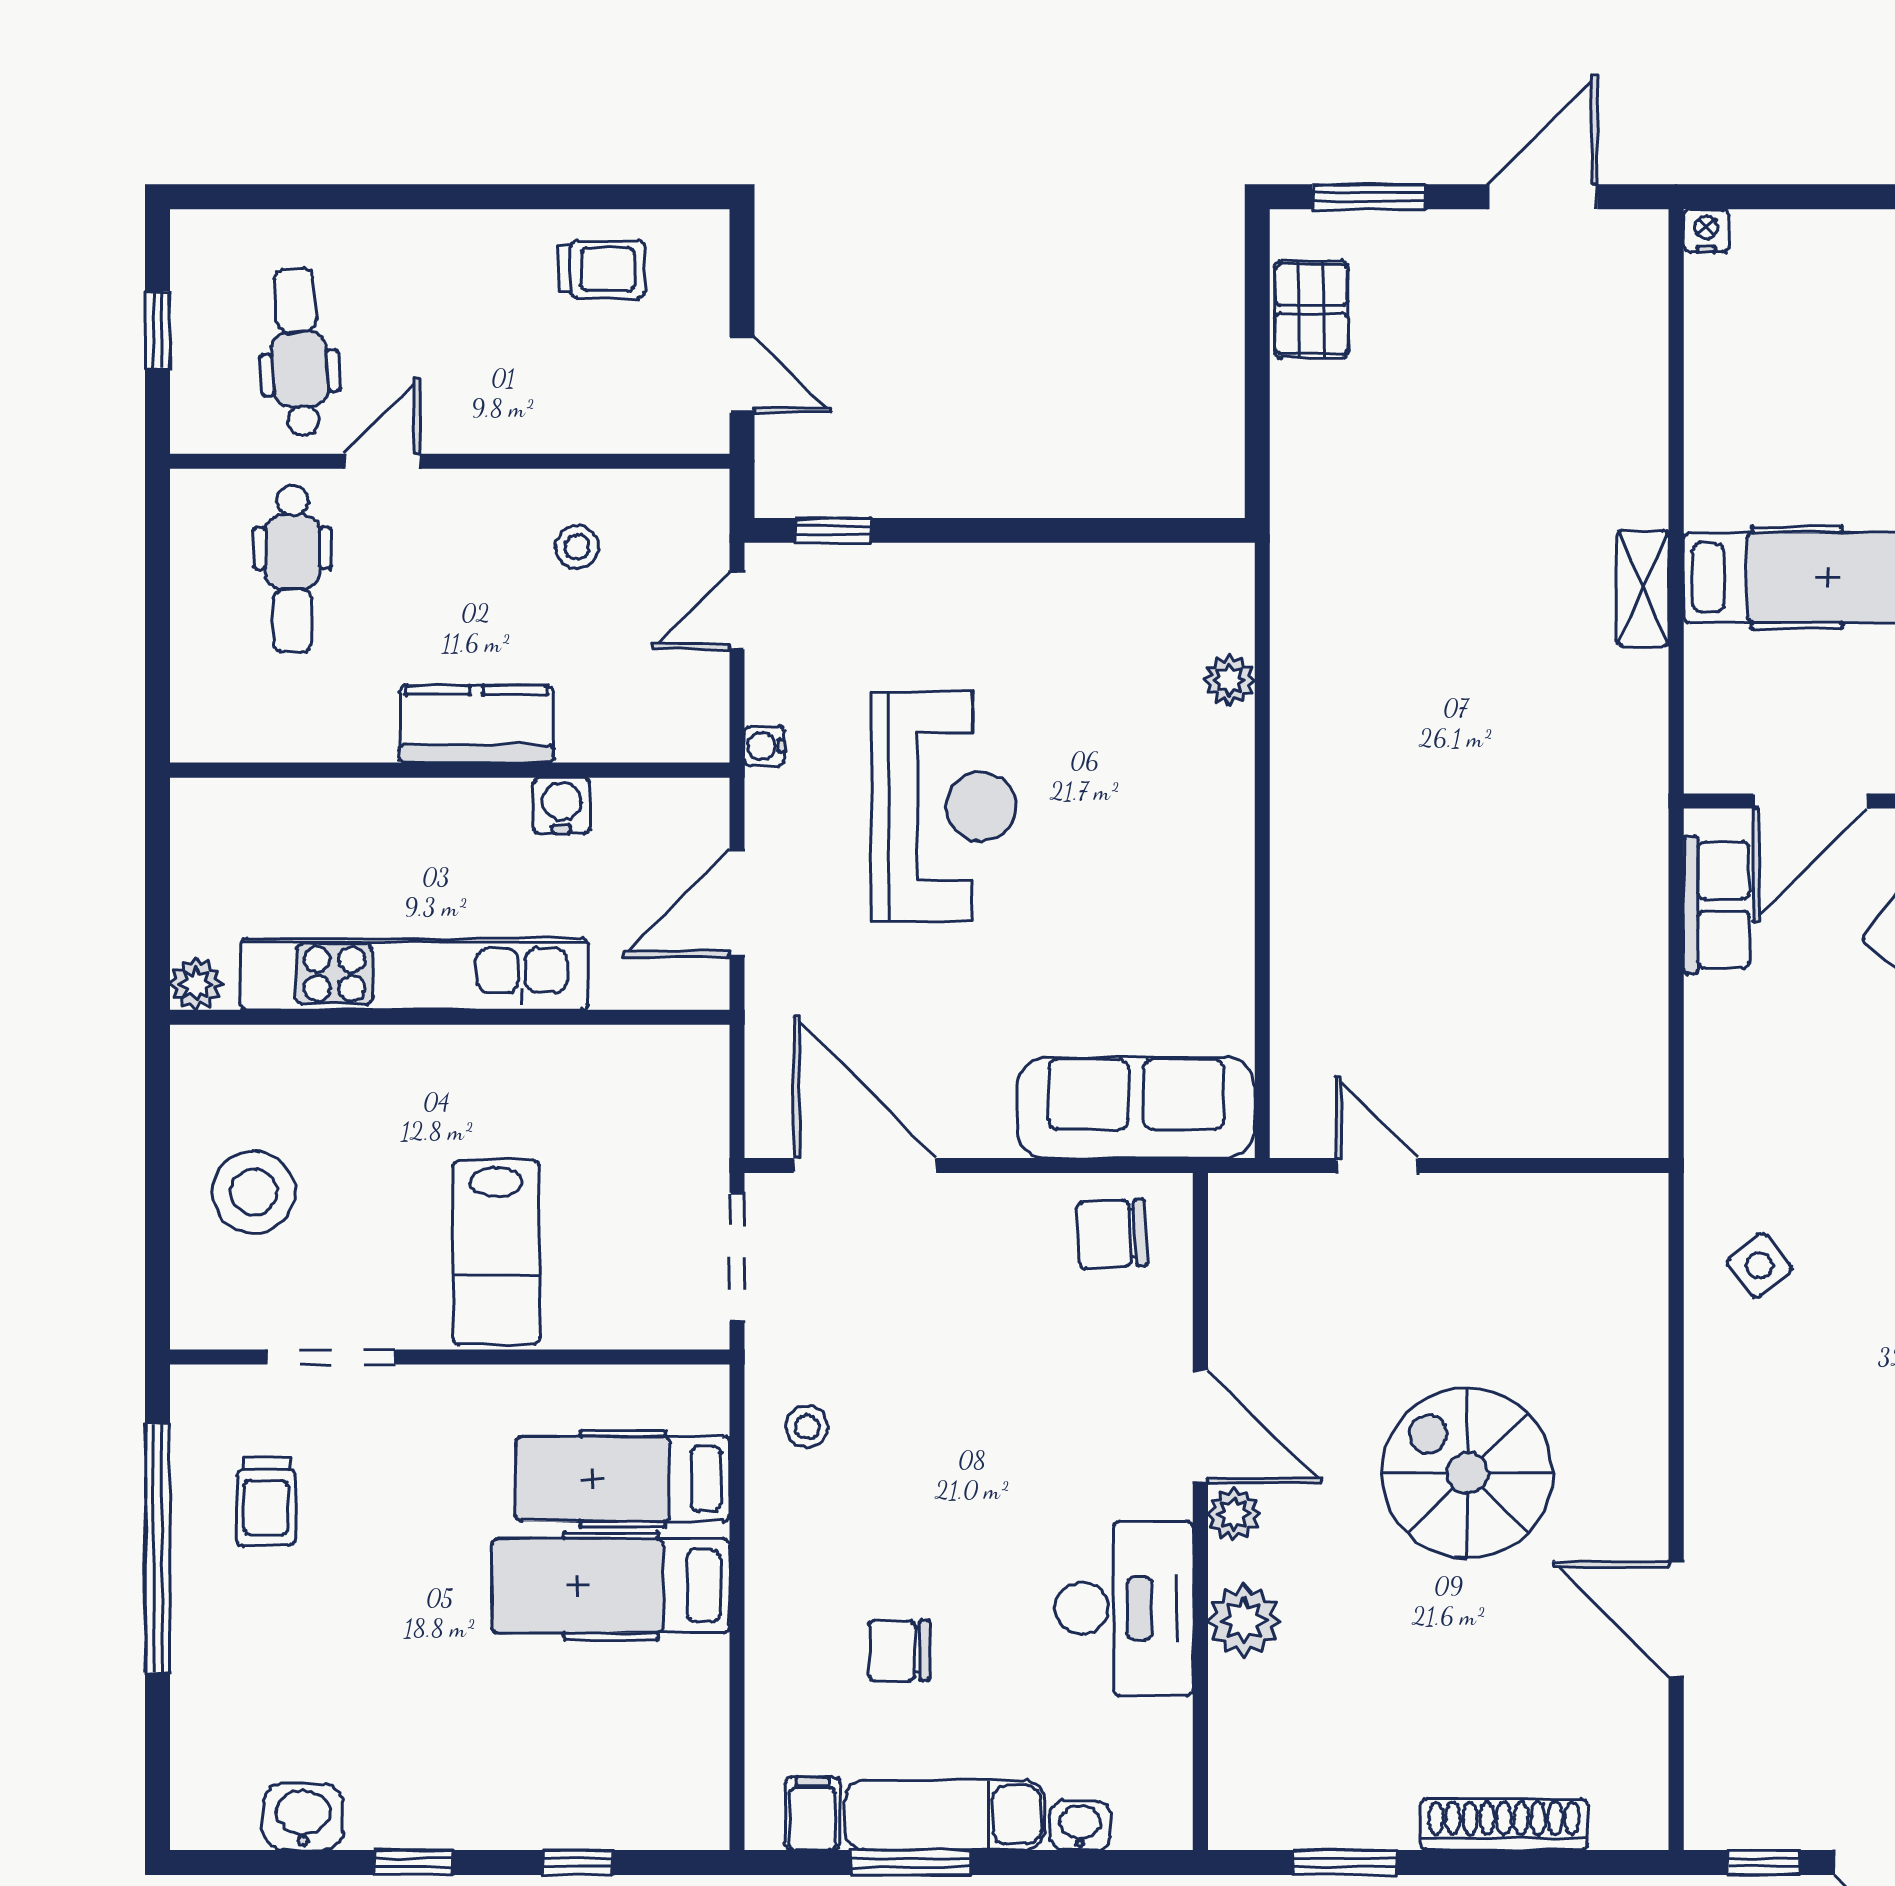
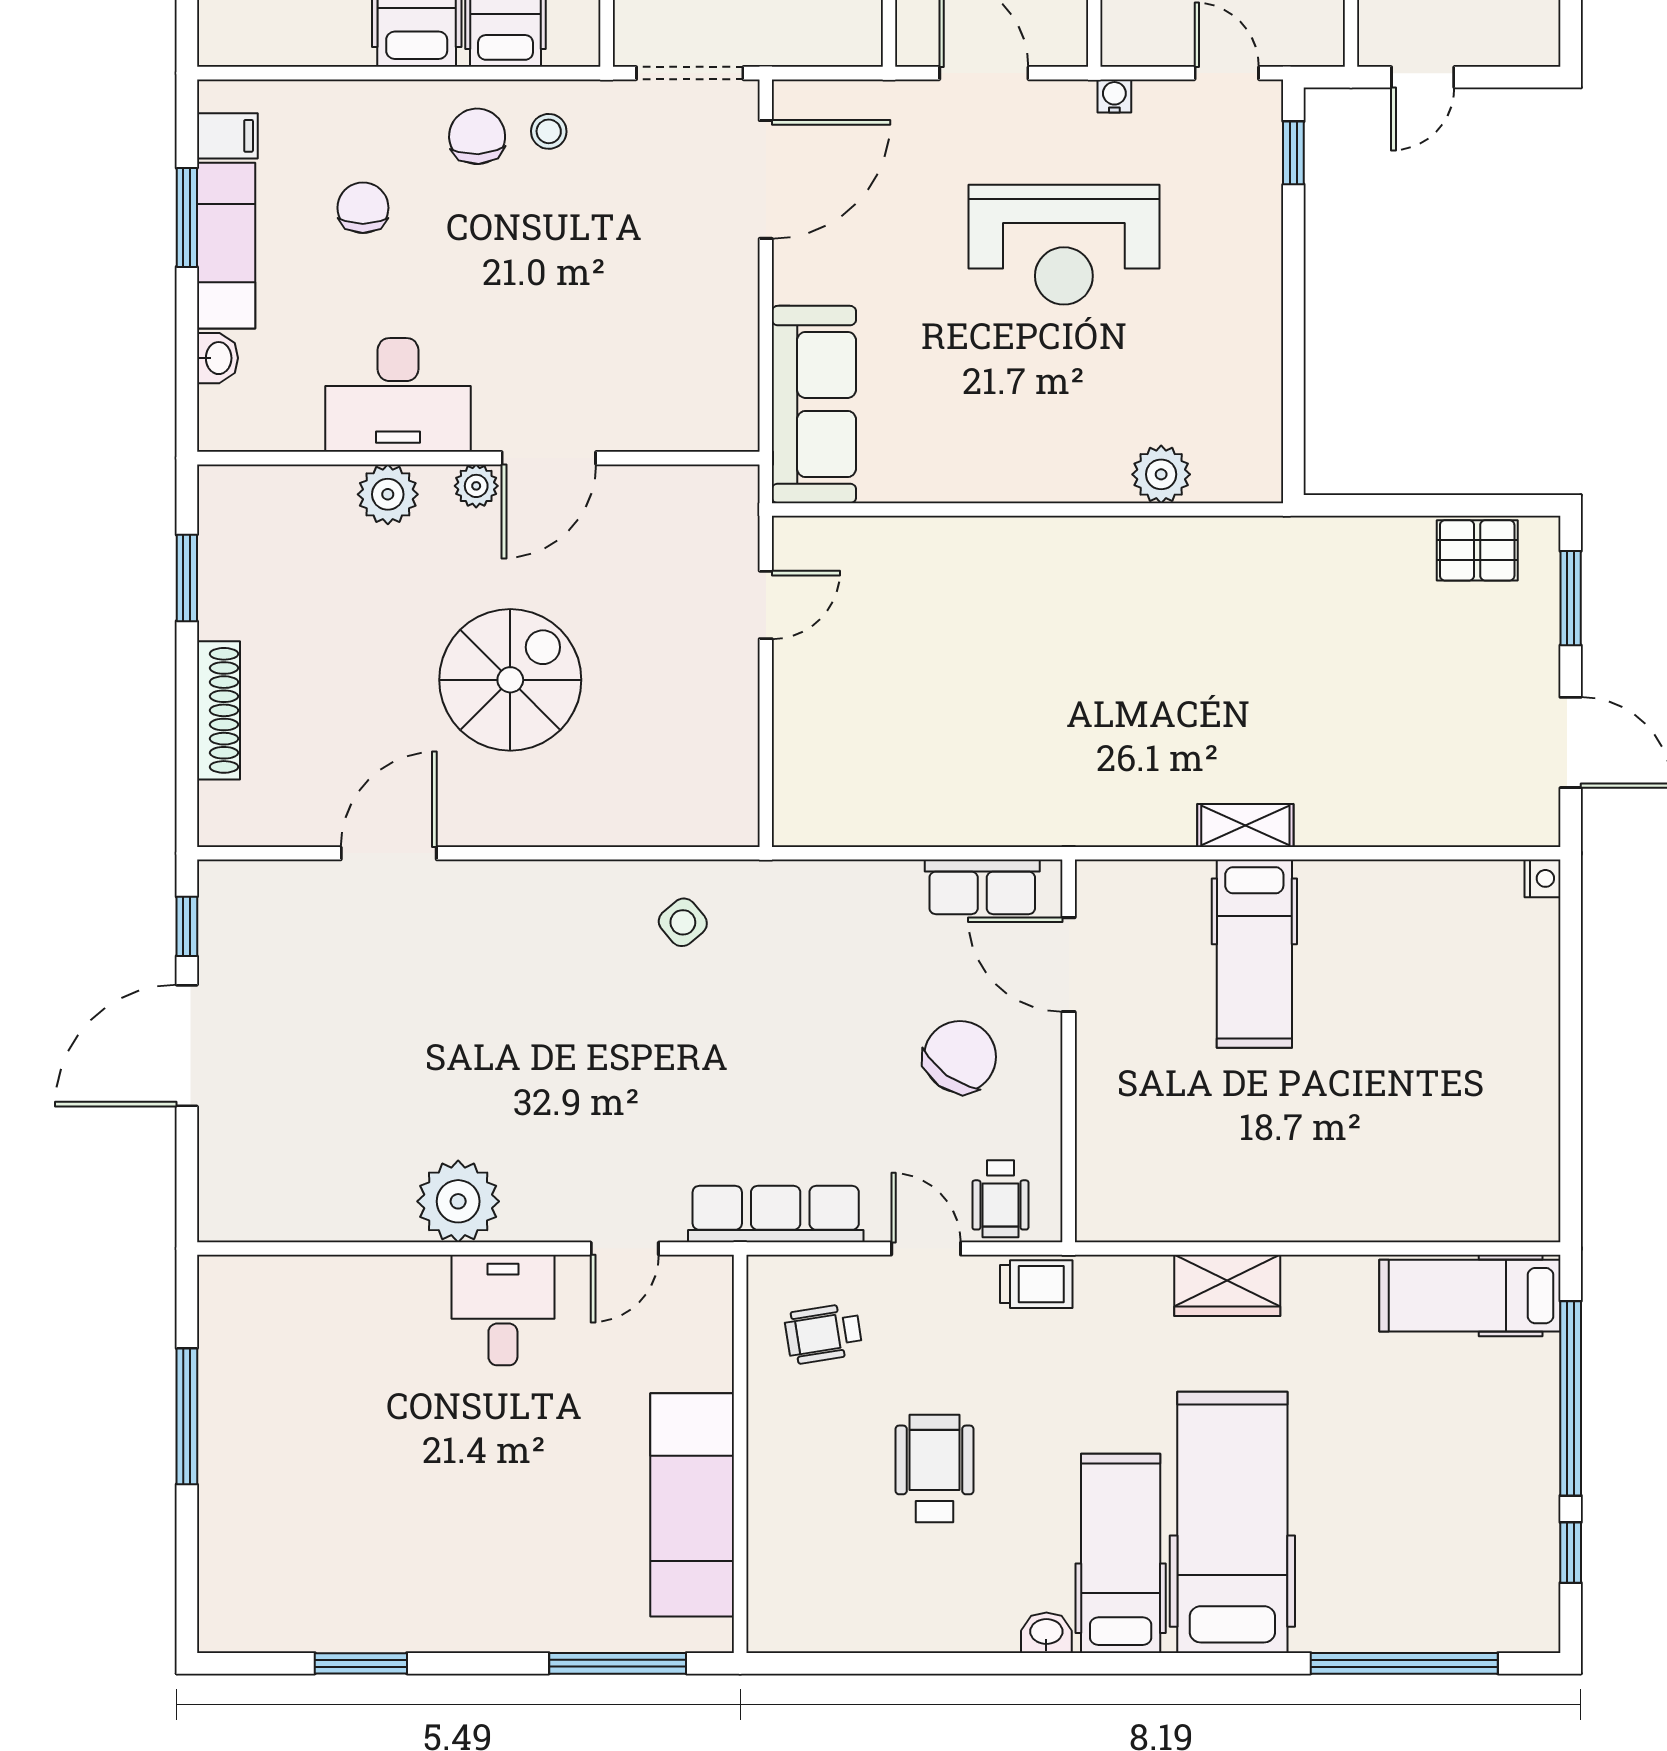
plant: (1229, 680) -> (1161, 474), width x1.38, depth x1.38
chair: (1112, 1234) -> (477, 136), moved

